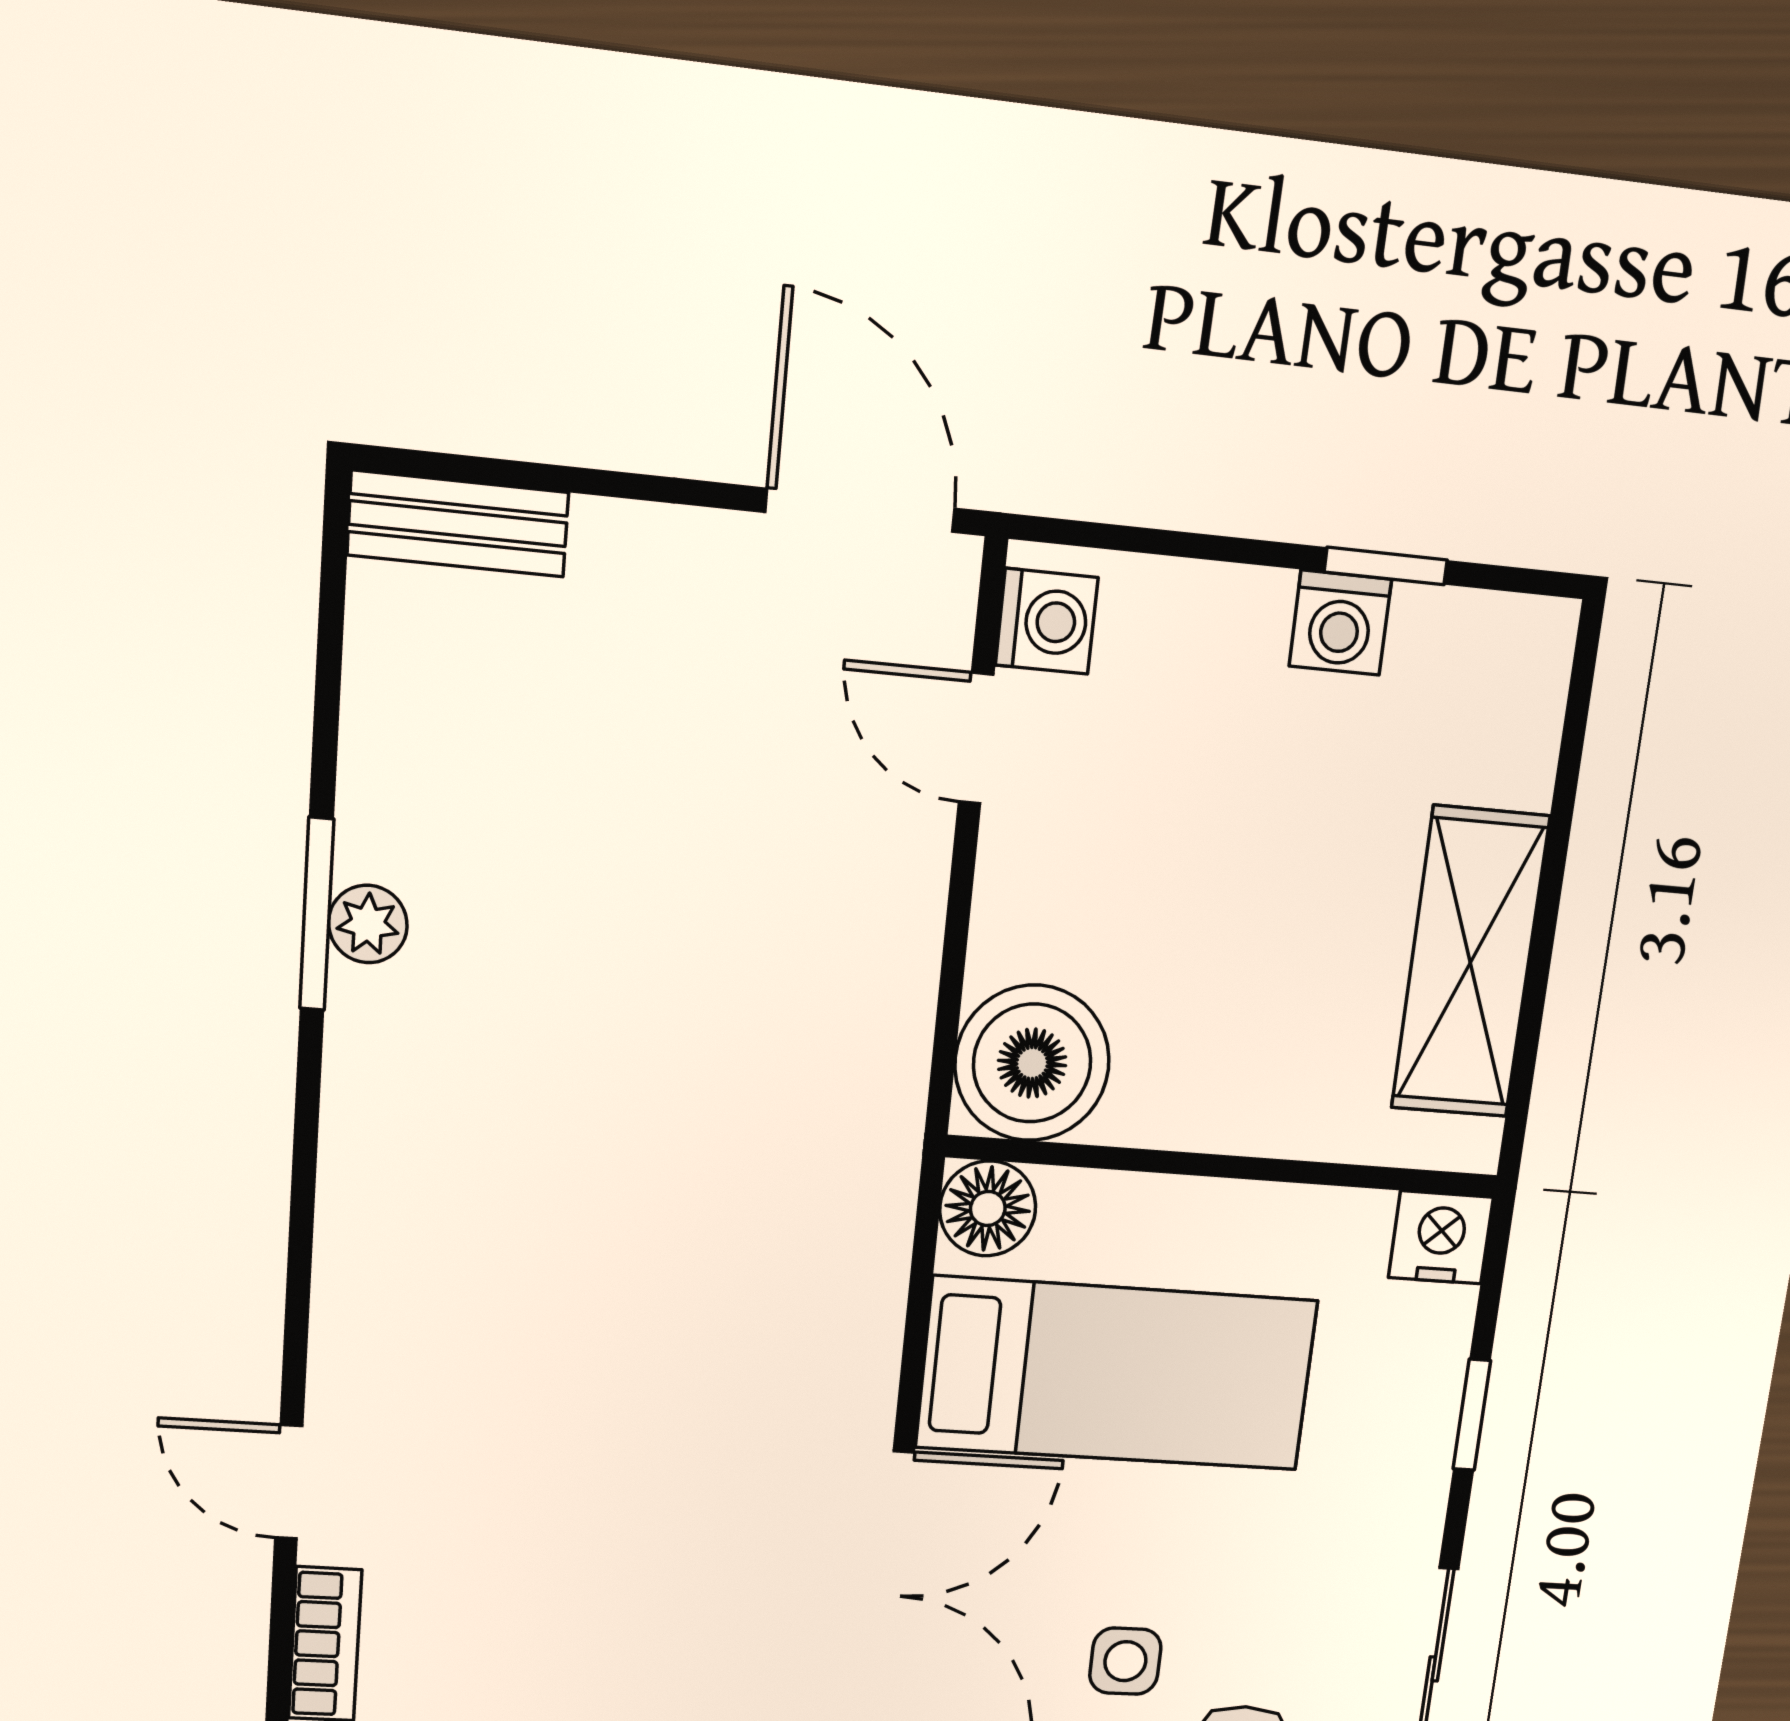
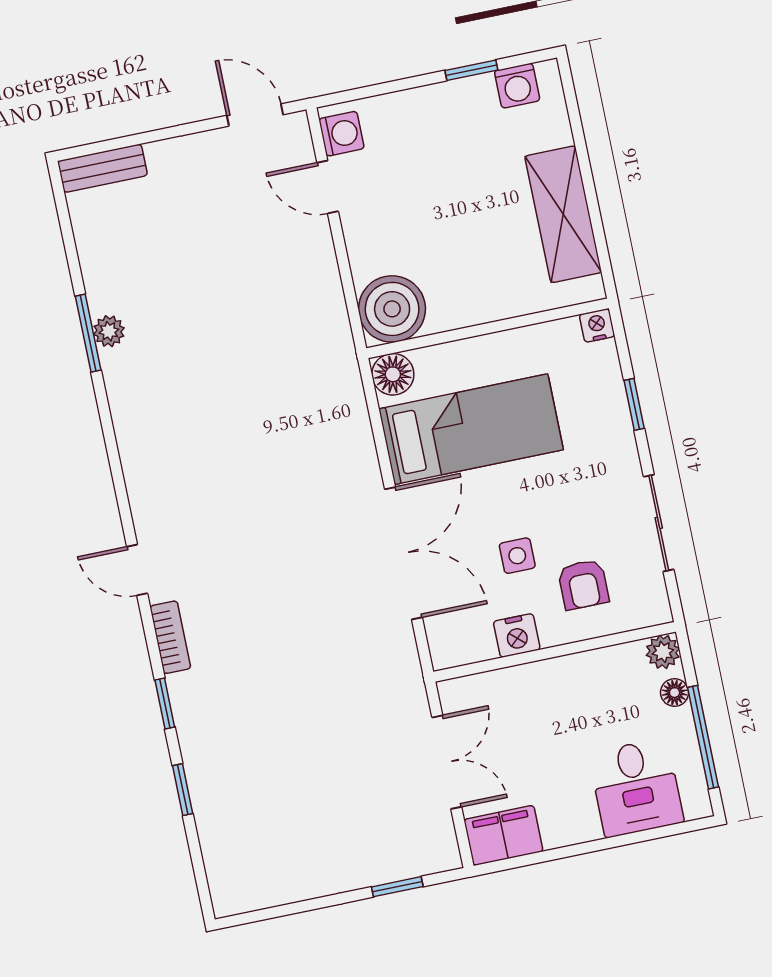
door: (860, 510) -> (255, 115), width x0.73
washing machine: (1340, 623) -> (517, 86), moved
nightstand: (1441, 1237) -> (597, 325), width x0.72, depth x0.74

